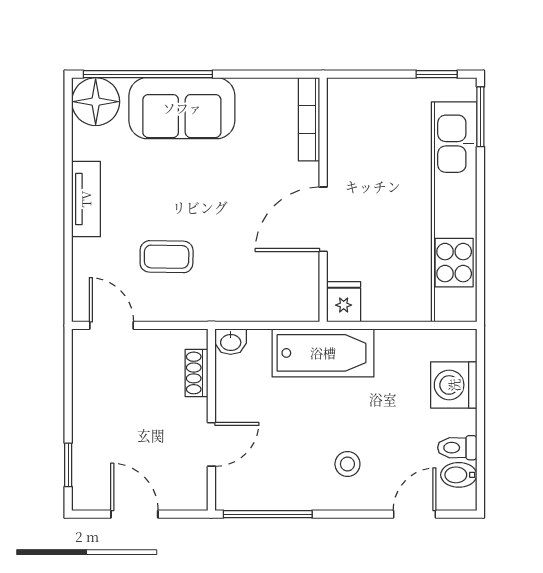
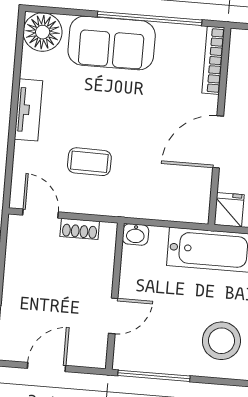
window: (148, 74) -> (150, 18), moved
shoe rack: (196, 373) -> (80, 229), moved, turned -90
stool: (347, 464) -> (221, 341), width x1.89, depth x1.89
door: (134, 514) -> (46, 367), hinge flipped

